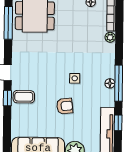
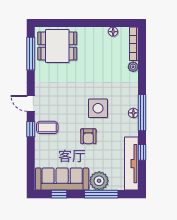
side table: (75, 78) -> (98, 108), width x1.87, depth x1.87
armchair: (65, 106) -> (88, 136), turned 96

